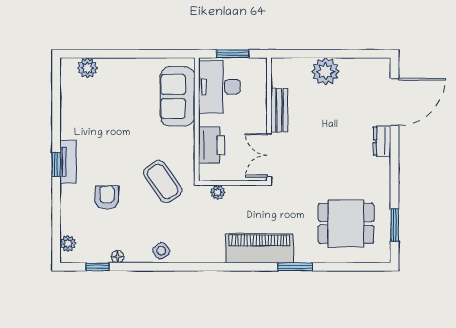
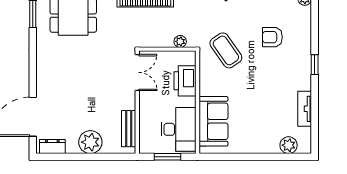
bench: (279, 110) -> (129, 129), moved
dresser: (382, 141) -> (52, 146), moved, turned -90
tv unit: (68, 162) -> (305, 109), moved
armchair: (107, 198) -> (272, 37), turned 90

